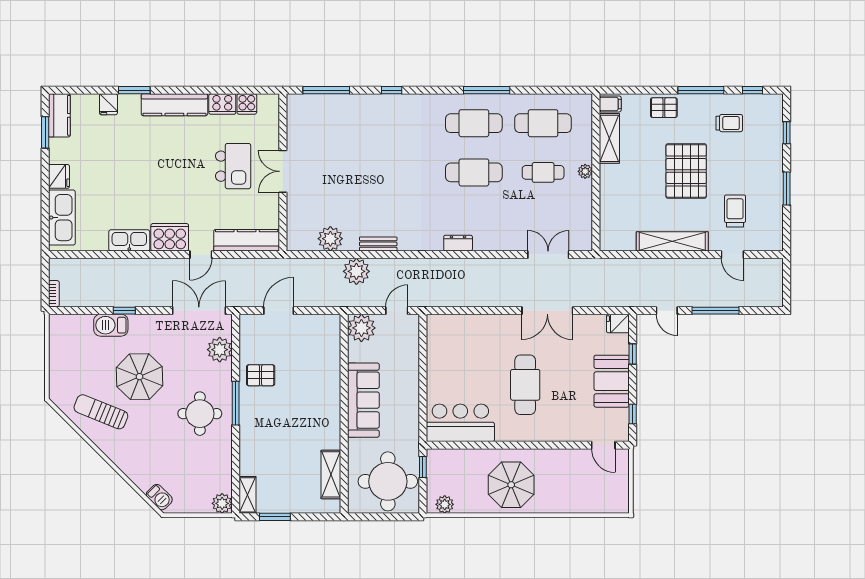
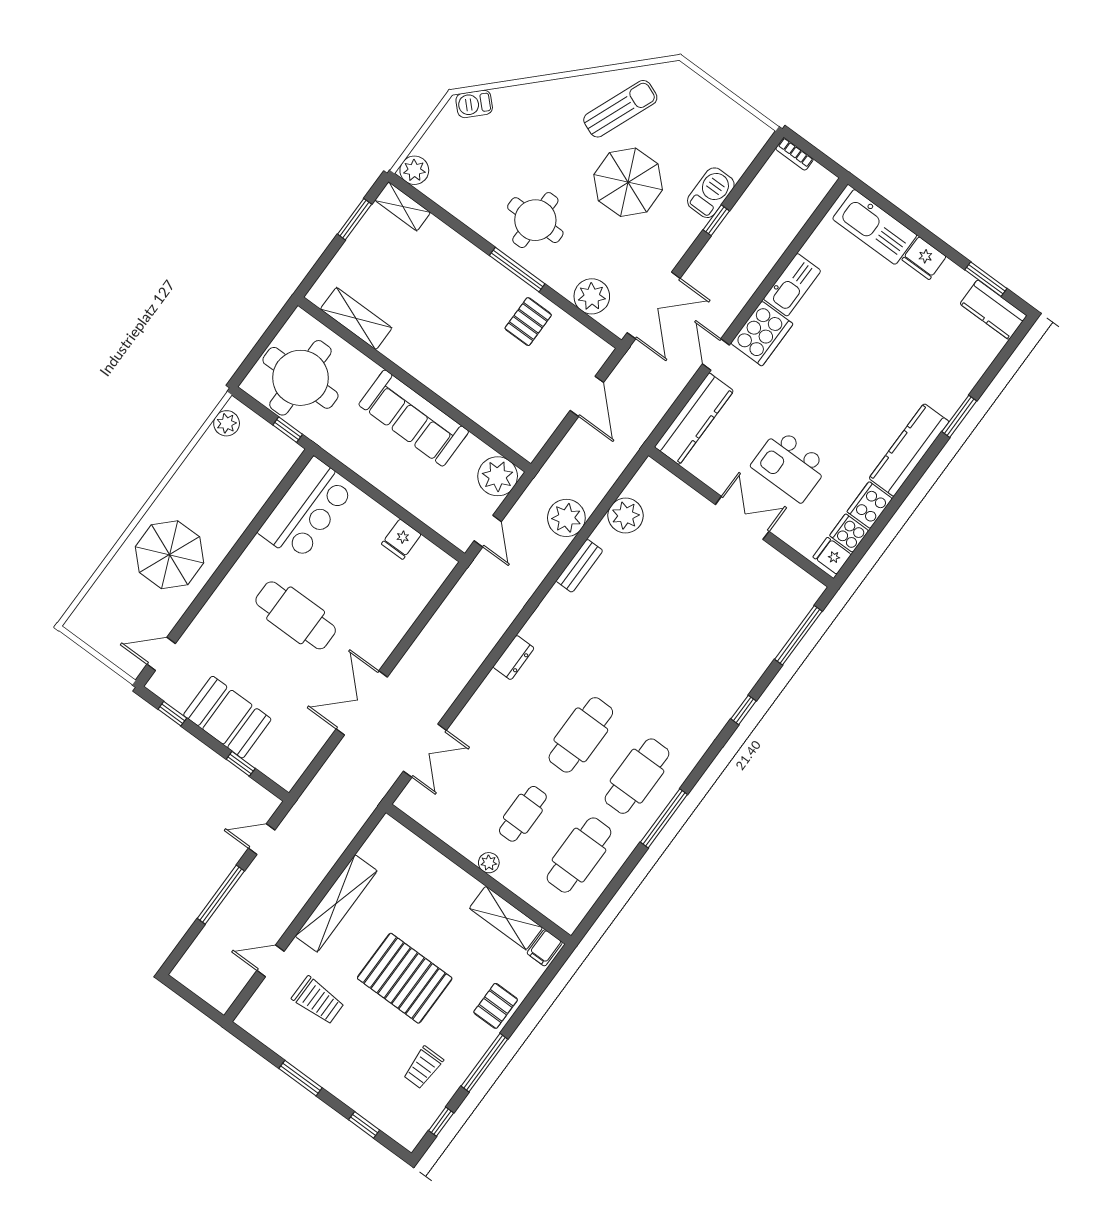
fridge: (108, 104) -> (832, 556), moved
fridge: (618, 324) -> (401, 539), moved, turned 180
parasol: (511, 485) -> (169, 555), moved

